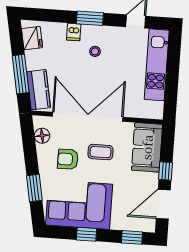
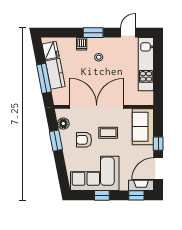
kitchen counter: (39, 90) -> (55, 74), moved
window: (34, 188) -> (56, 141), moved
fireplace: (139, 225) -> (141, 185), added

